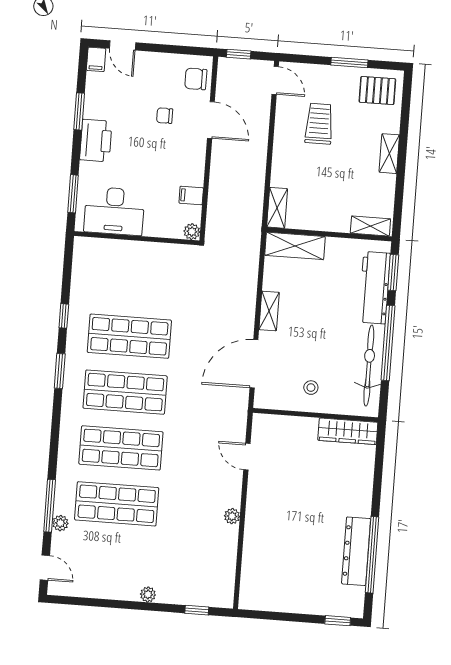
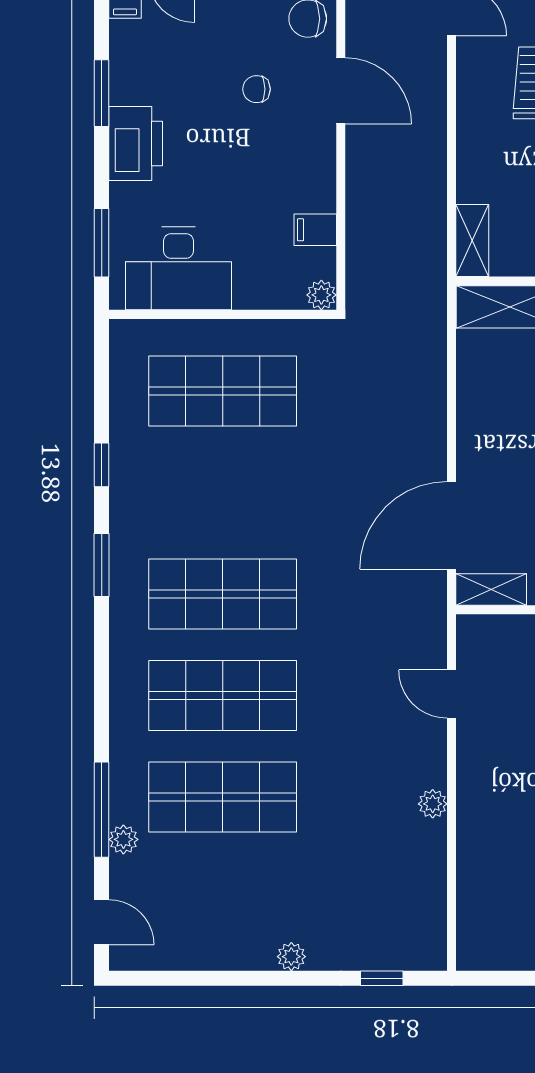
shelving: (269, 311) -> (491, 589), moved, turned 90
shop shelf: (129, 336) -> (223, 391), moved

